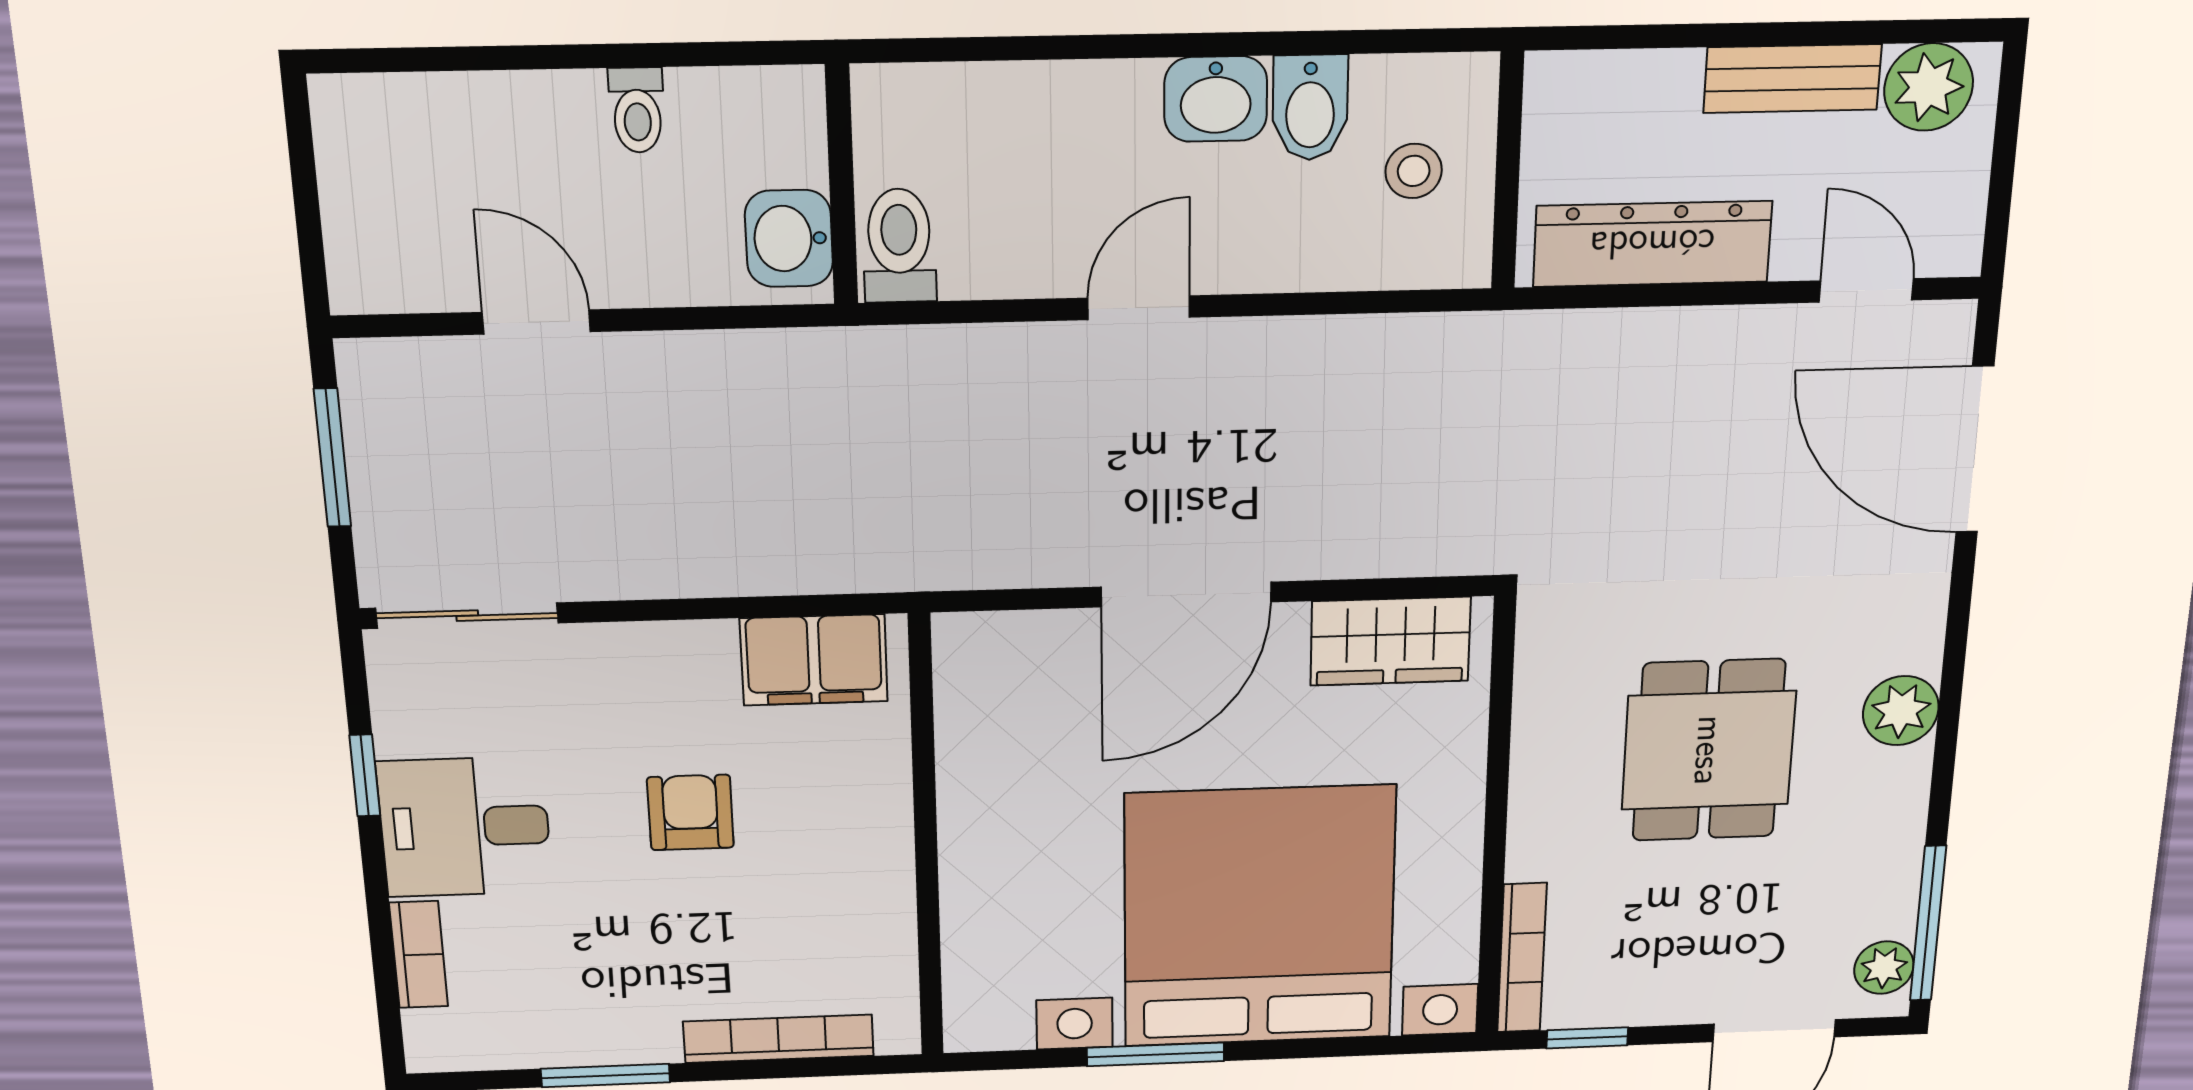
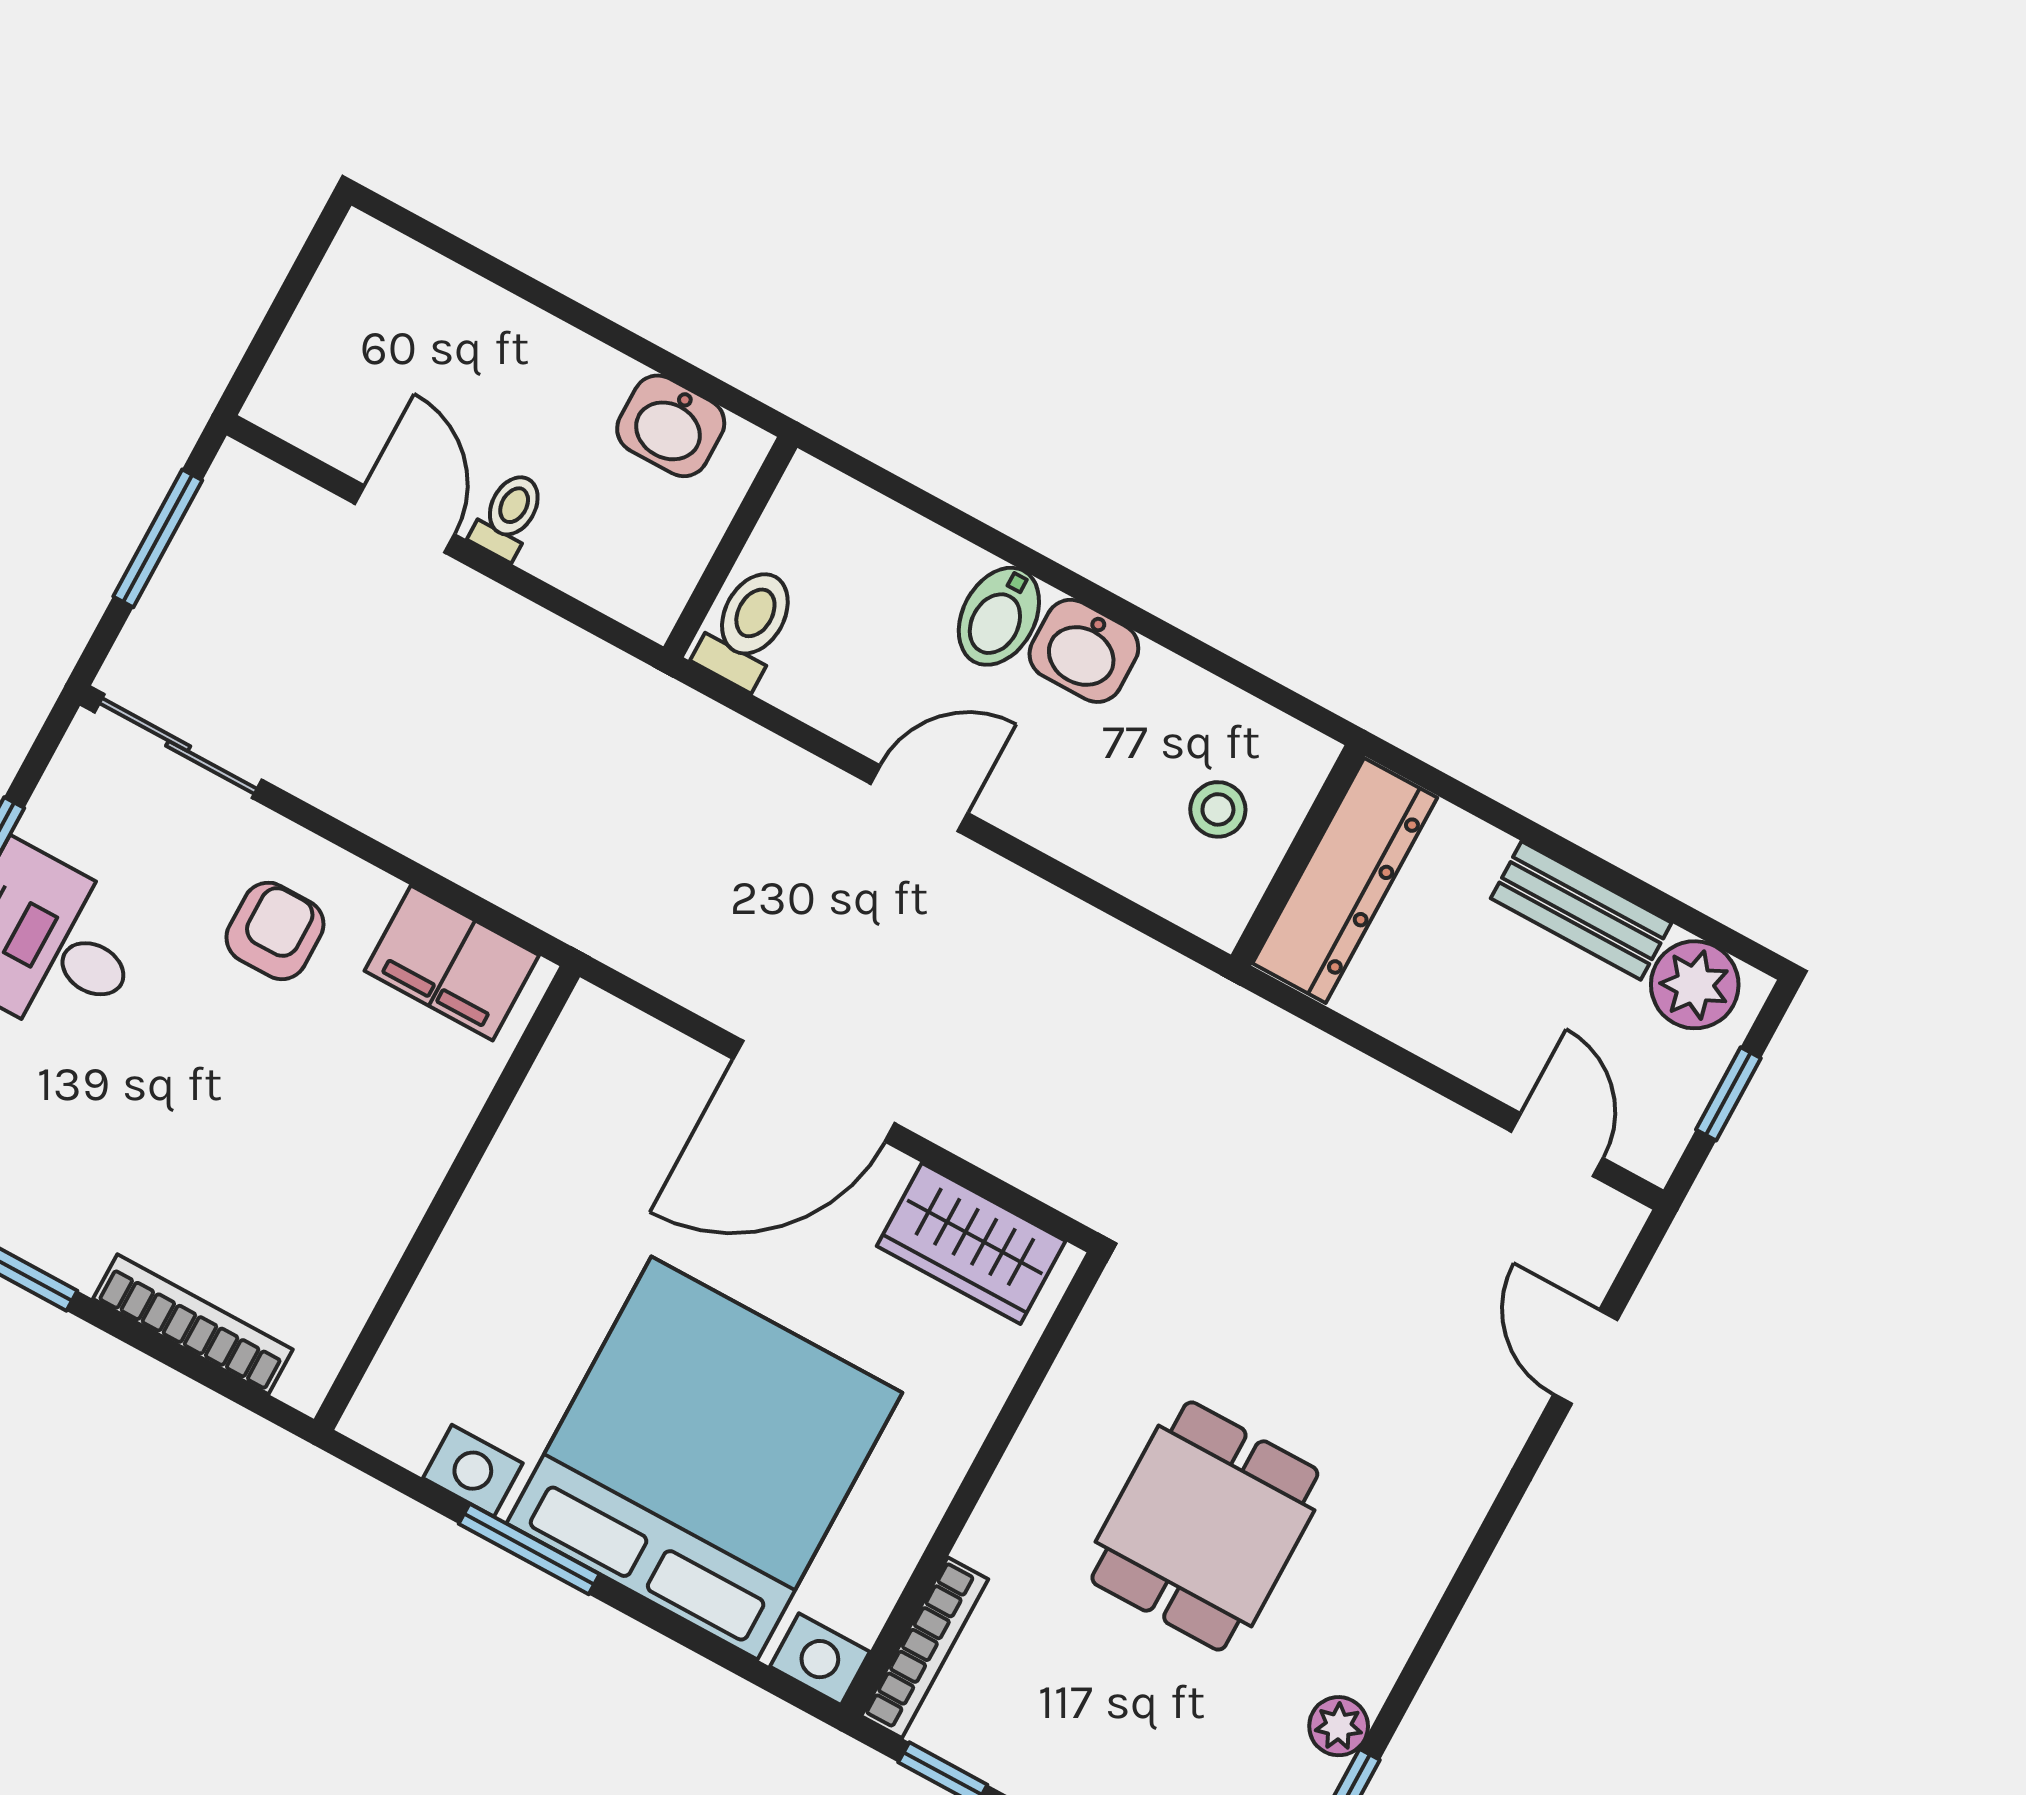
bidet: (1310, 108) -> (999, 616), moved
toilet: (637, 110) -> (509, 515), moved, turned 180
window: (2003, 165) -> (1728, 1094), added
washbasin: (789, 238) -> (671, 426), moved, turned -90
dresser: (1652, 244) -> (1345, 881), moved, turned 90
door: (1975, 450) -> (1585, 1357), width x0.53
plant: (1901, 711) -> (1339, 1726), moved, width x0.73, depth x0.73
armchair: (690, 812) -> (275, 931), moved

